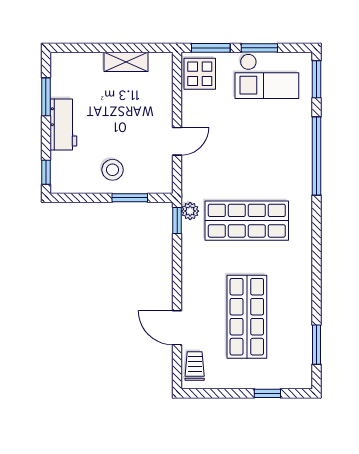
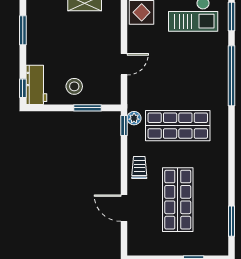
workbench: (63, 124) -> (36, 85), moved
trolley: (195, 366) -> (139, 168), moved

